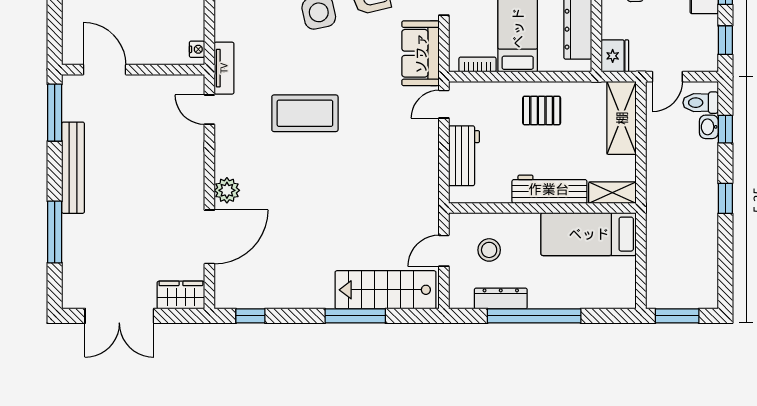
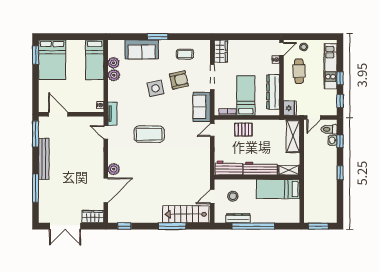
pallet: (542, 110) -> (243, 130), moved
workbench: (464, 156) -> (229, 168), moved, turned -90

